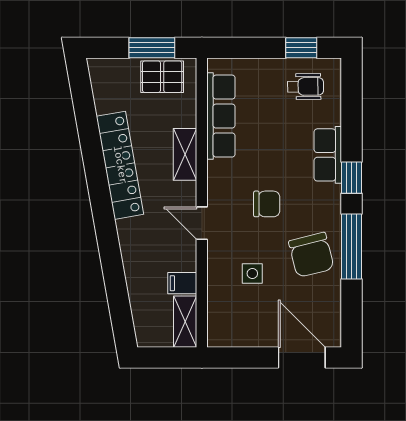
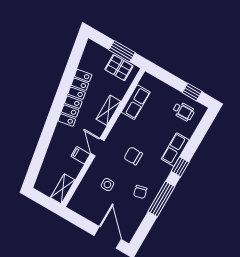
row of seats: (221, 116) -> (136, 102), width x0.68
chair: (267, 204) -> (133, 156), turned 180
chair: (311, 255) -> (140, 192), width x0.54, depth x0.54
filing cabinet: (182, 283) -> (81, 155), moved

